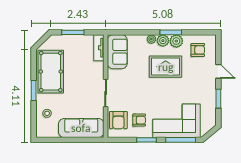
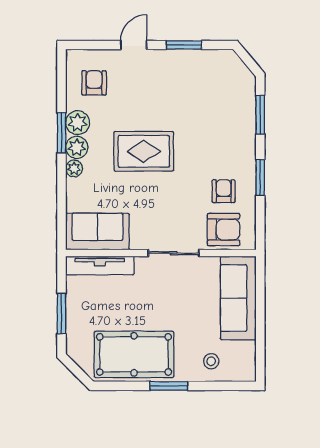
tv unit: (99, 48) -> (100, 266), width x1.41
rug: (166, 67) -> (144, 151), moved, turned 90
corner sofa: (177, 121) -> (225, 122), removed
window: (181, 140) -> (260, 115), width x0.69

